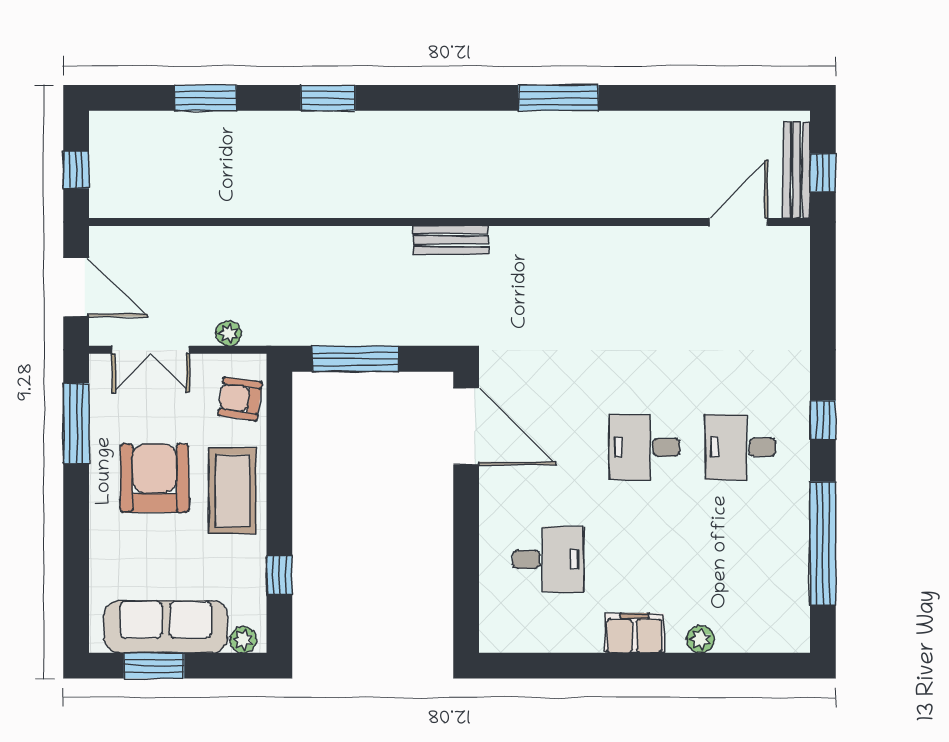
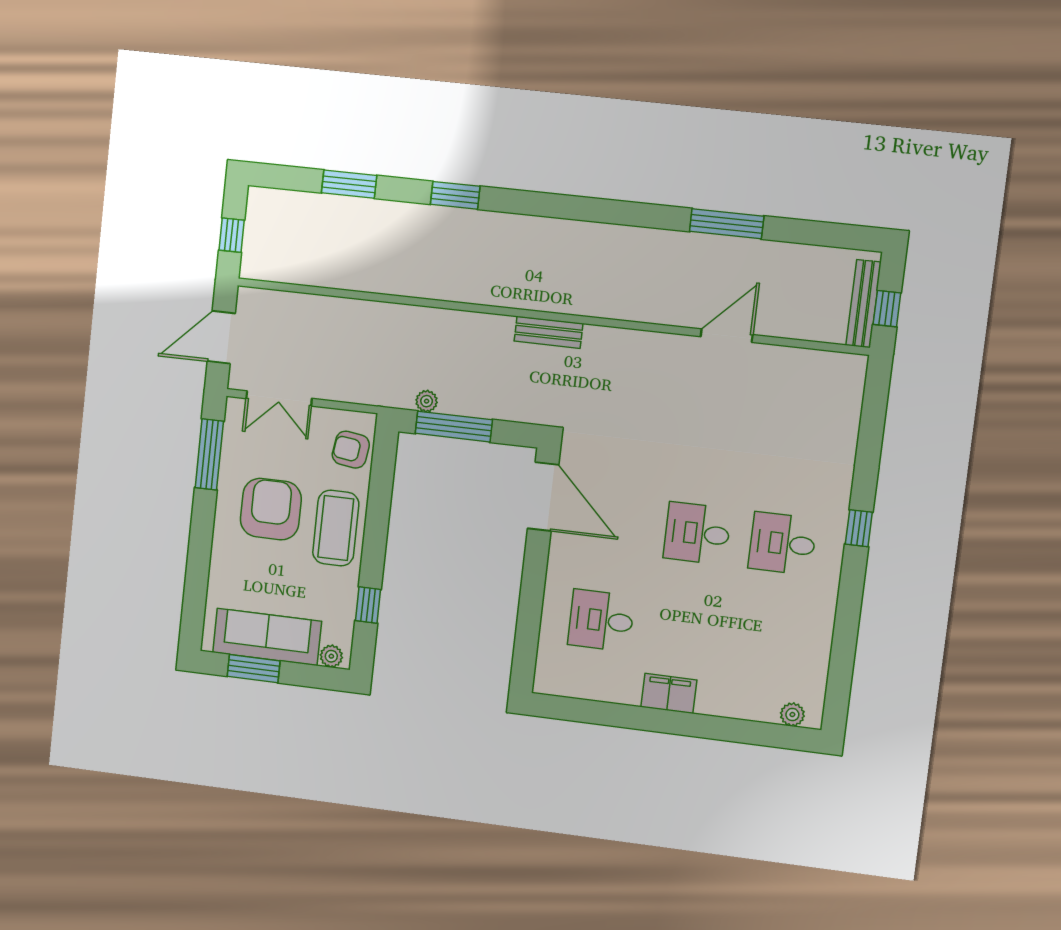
window: (558, 98) -> (727, 224), moved
door: (738, 222) -> (727, 336), moved
door: (76, 287) -> (221, 337), swing flipped
plant: (229, 333) -> (427, 401), moved
window: (823, 544) -> (845, 637), removed
desk: (548, 559) -> (601, 620), turned 180
plant: (700, 639) -> (792, 715), moved

